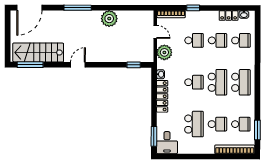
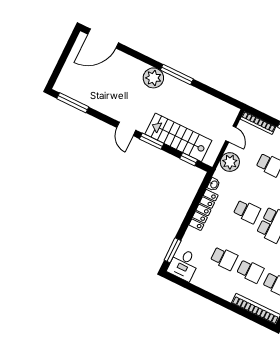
window: (78, 8) -> (177, 74), moved
plant: (109, 19) -> (153, 78), moved
stairs: (38, 52) -> (178, 137), moved
door: (78, 65) -> (126, 129), swing flipped
window: (101, 65) -> (152, 141), added
school desk: (194, 124) -> (224, 258), width x0.54

